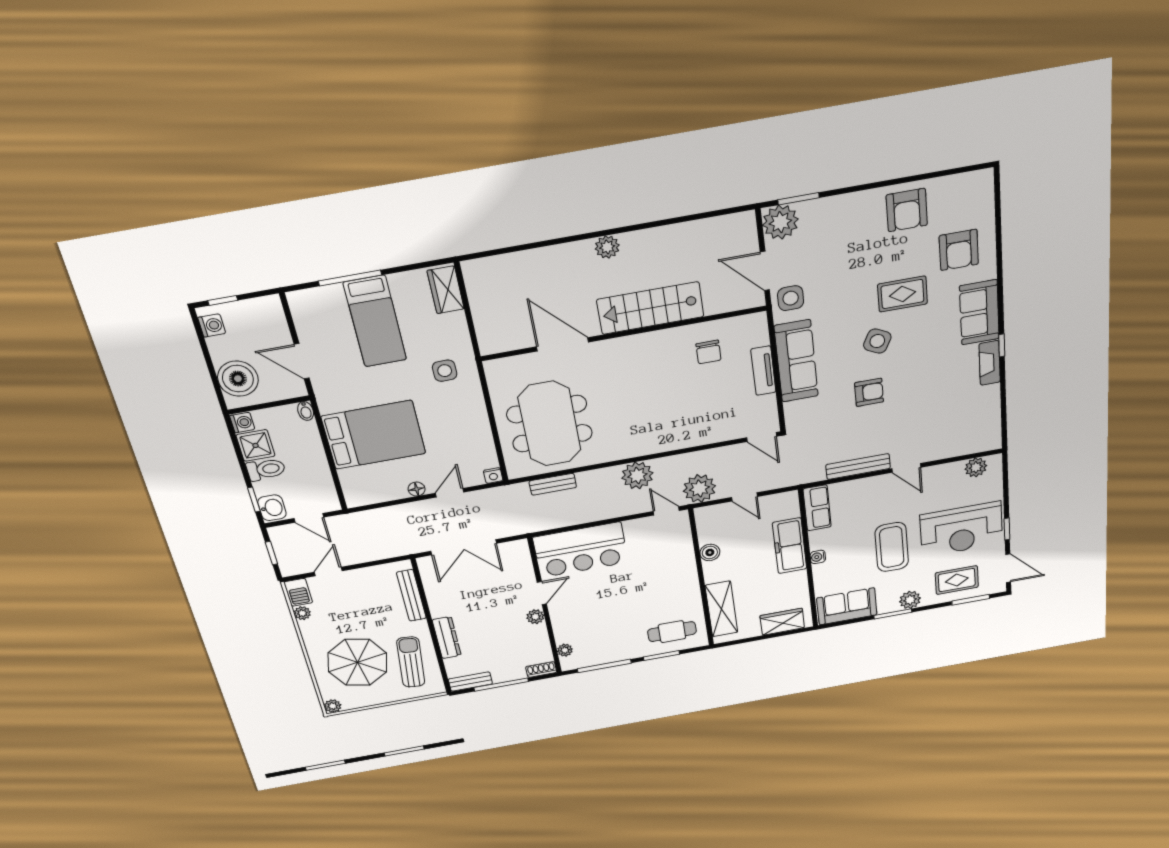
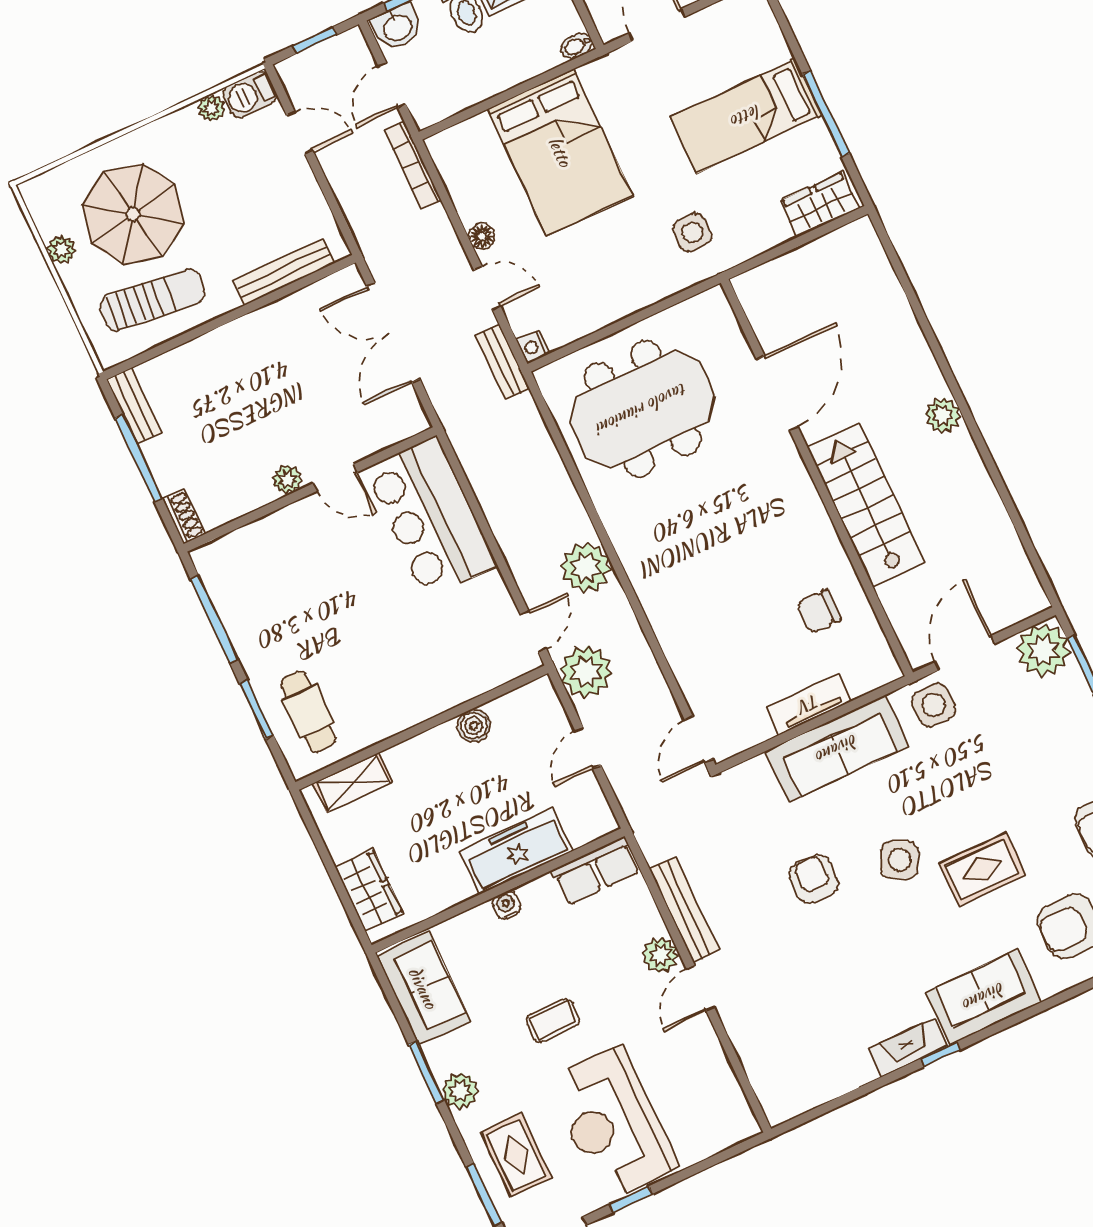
window: (350, 278) -> (826, 114), moved
rug: (902, 294) -> (982, 869), turned 90
armchair: (869, 392) -> (814, 879), turned 180
plant: (976, 467) -> (660, 955), moved
bench: (553, 484) -> (502, 362), moved
bookcase: (362, 517) -> (413, 165), added
coffee table: (892, 547) -> (553, 1020), width x0.54, depth x0.58
shelving: (721, 609) -> (352, 783), width x0.67, depth x0.75
dresser: (447, 638) -> (214, 346), removed
plant: (565, 650) -> (232, 545), removed
plant: (333, 706) -> (61, 250), moved

